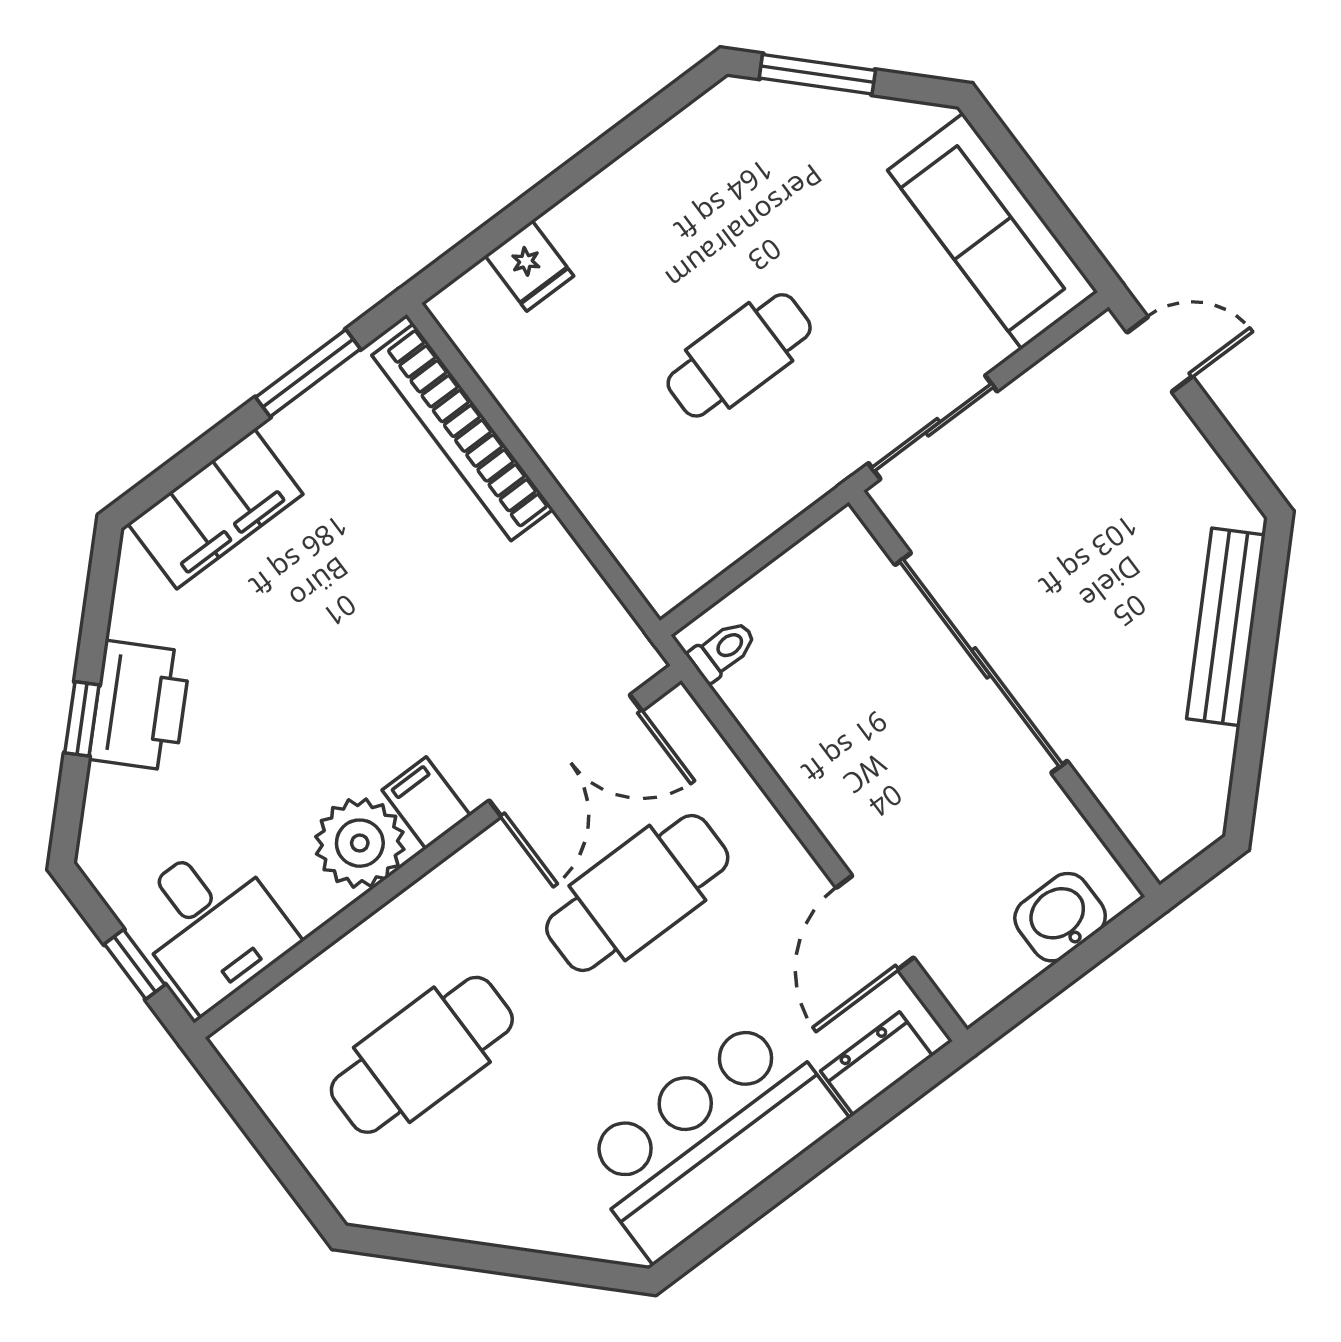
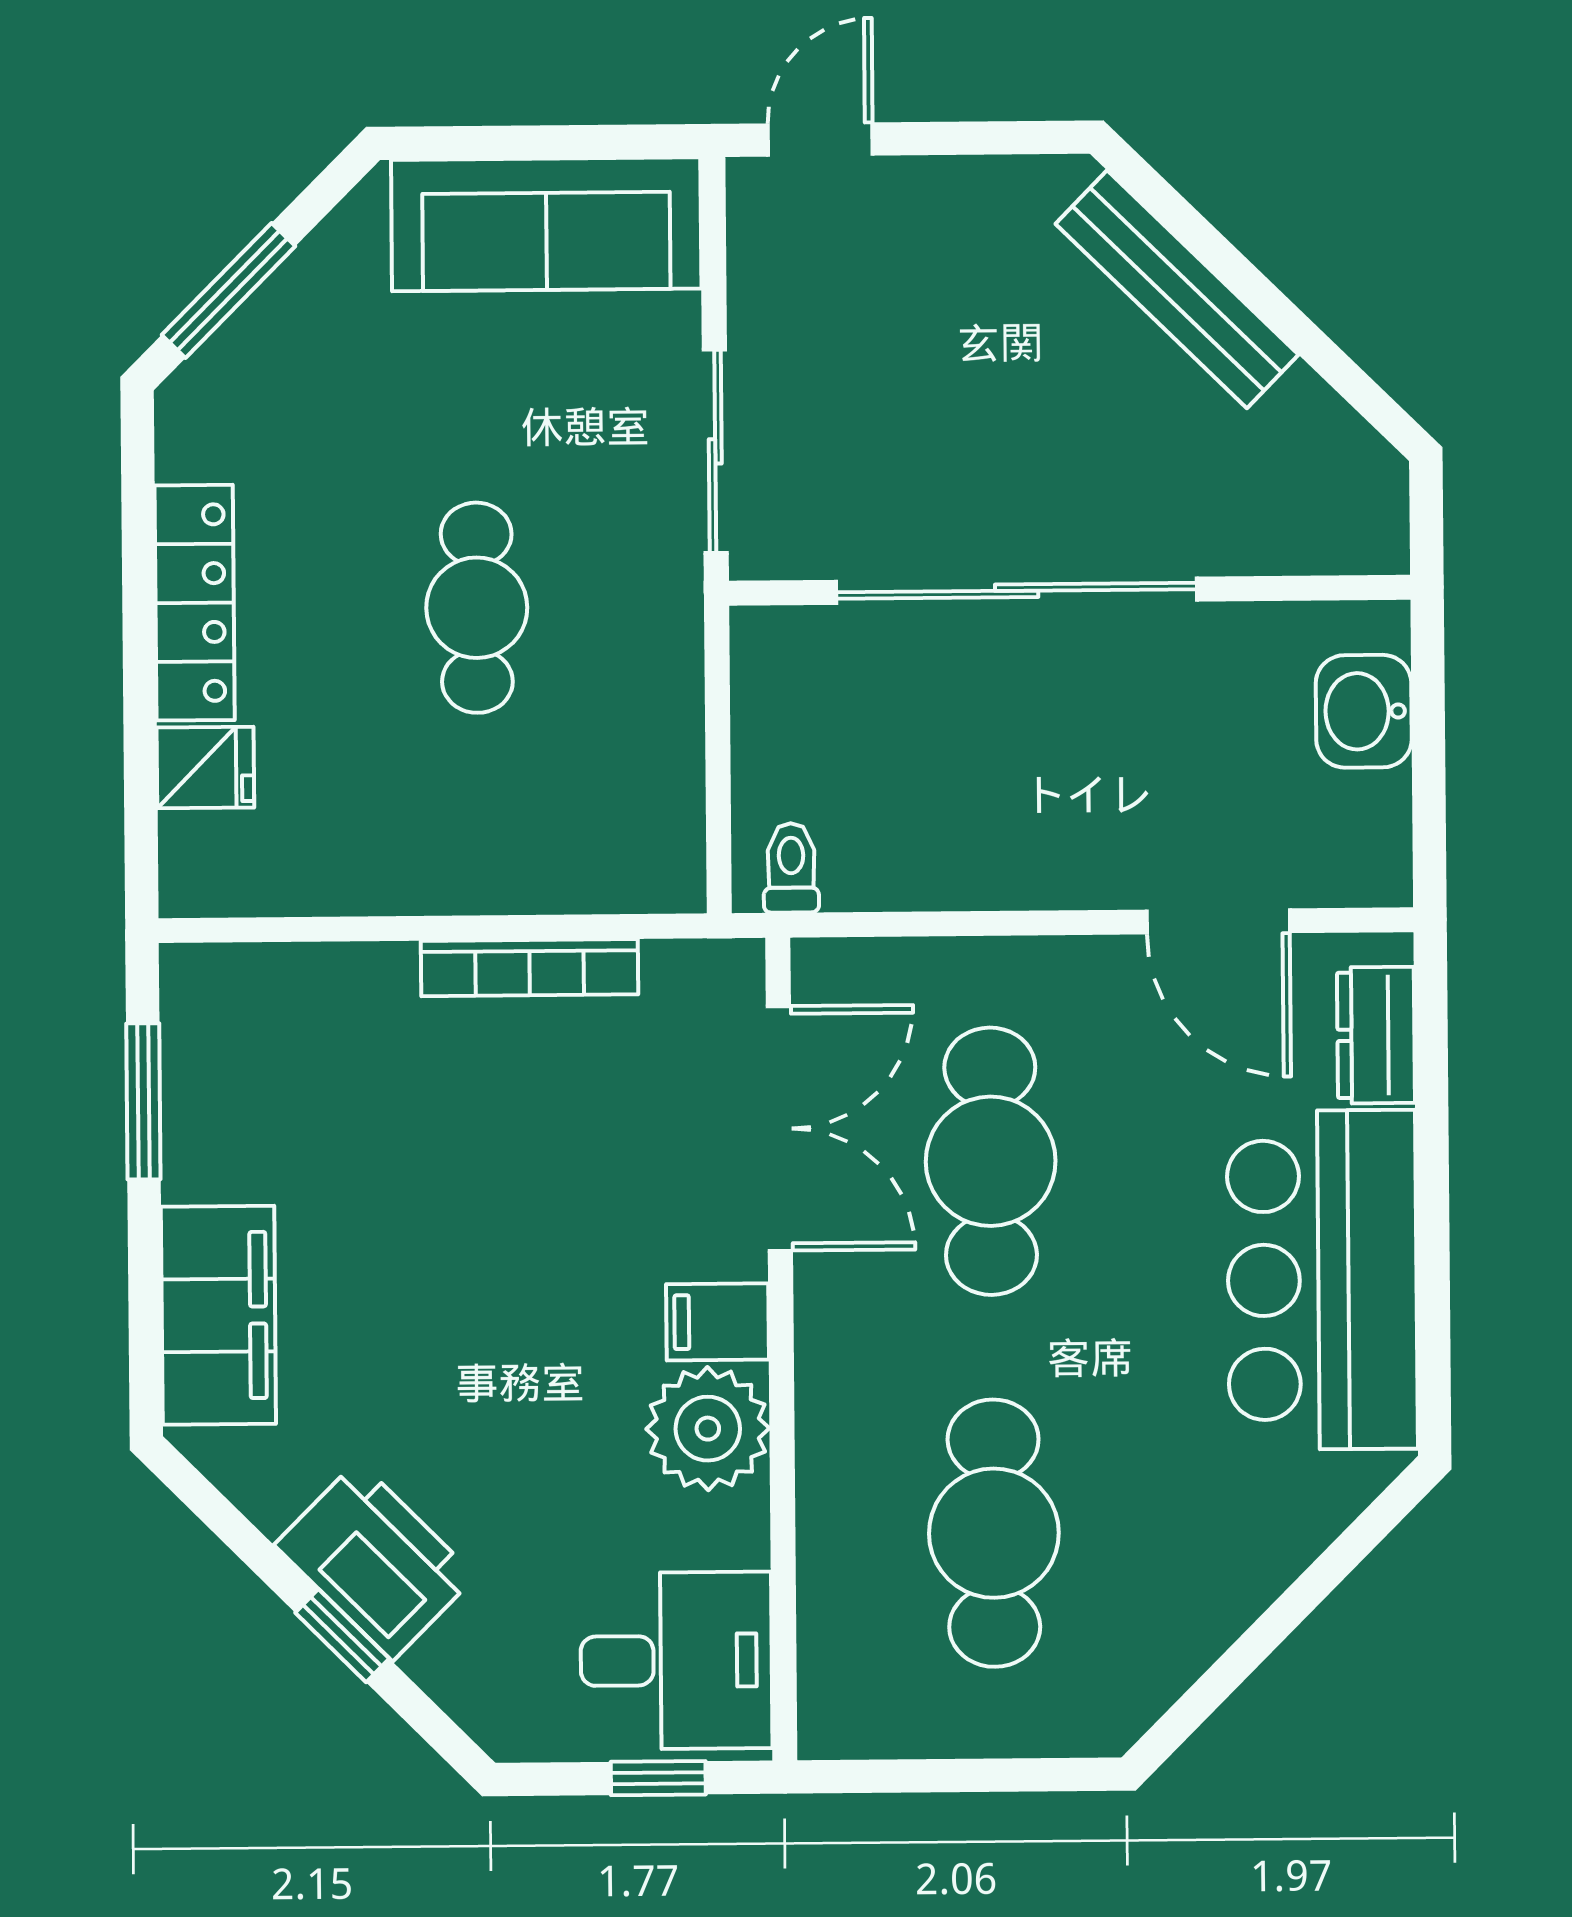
locker: (621, 189) -> (195, 603), added
bookcase: (463, 432) -> (529, 968), moved, width x0.68, depth x0.76

